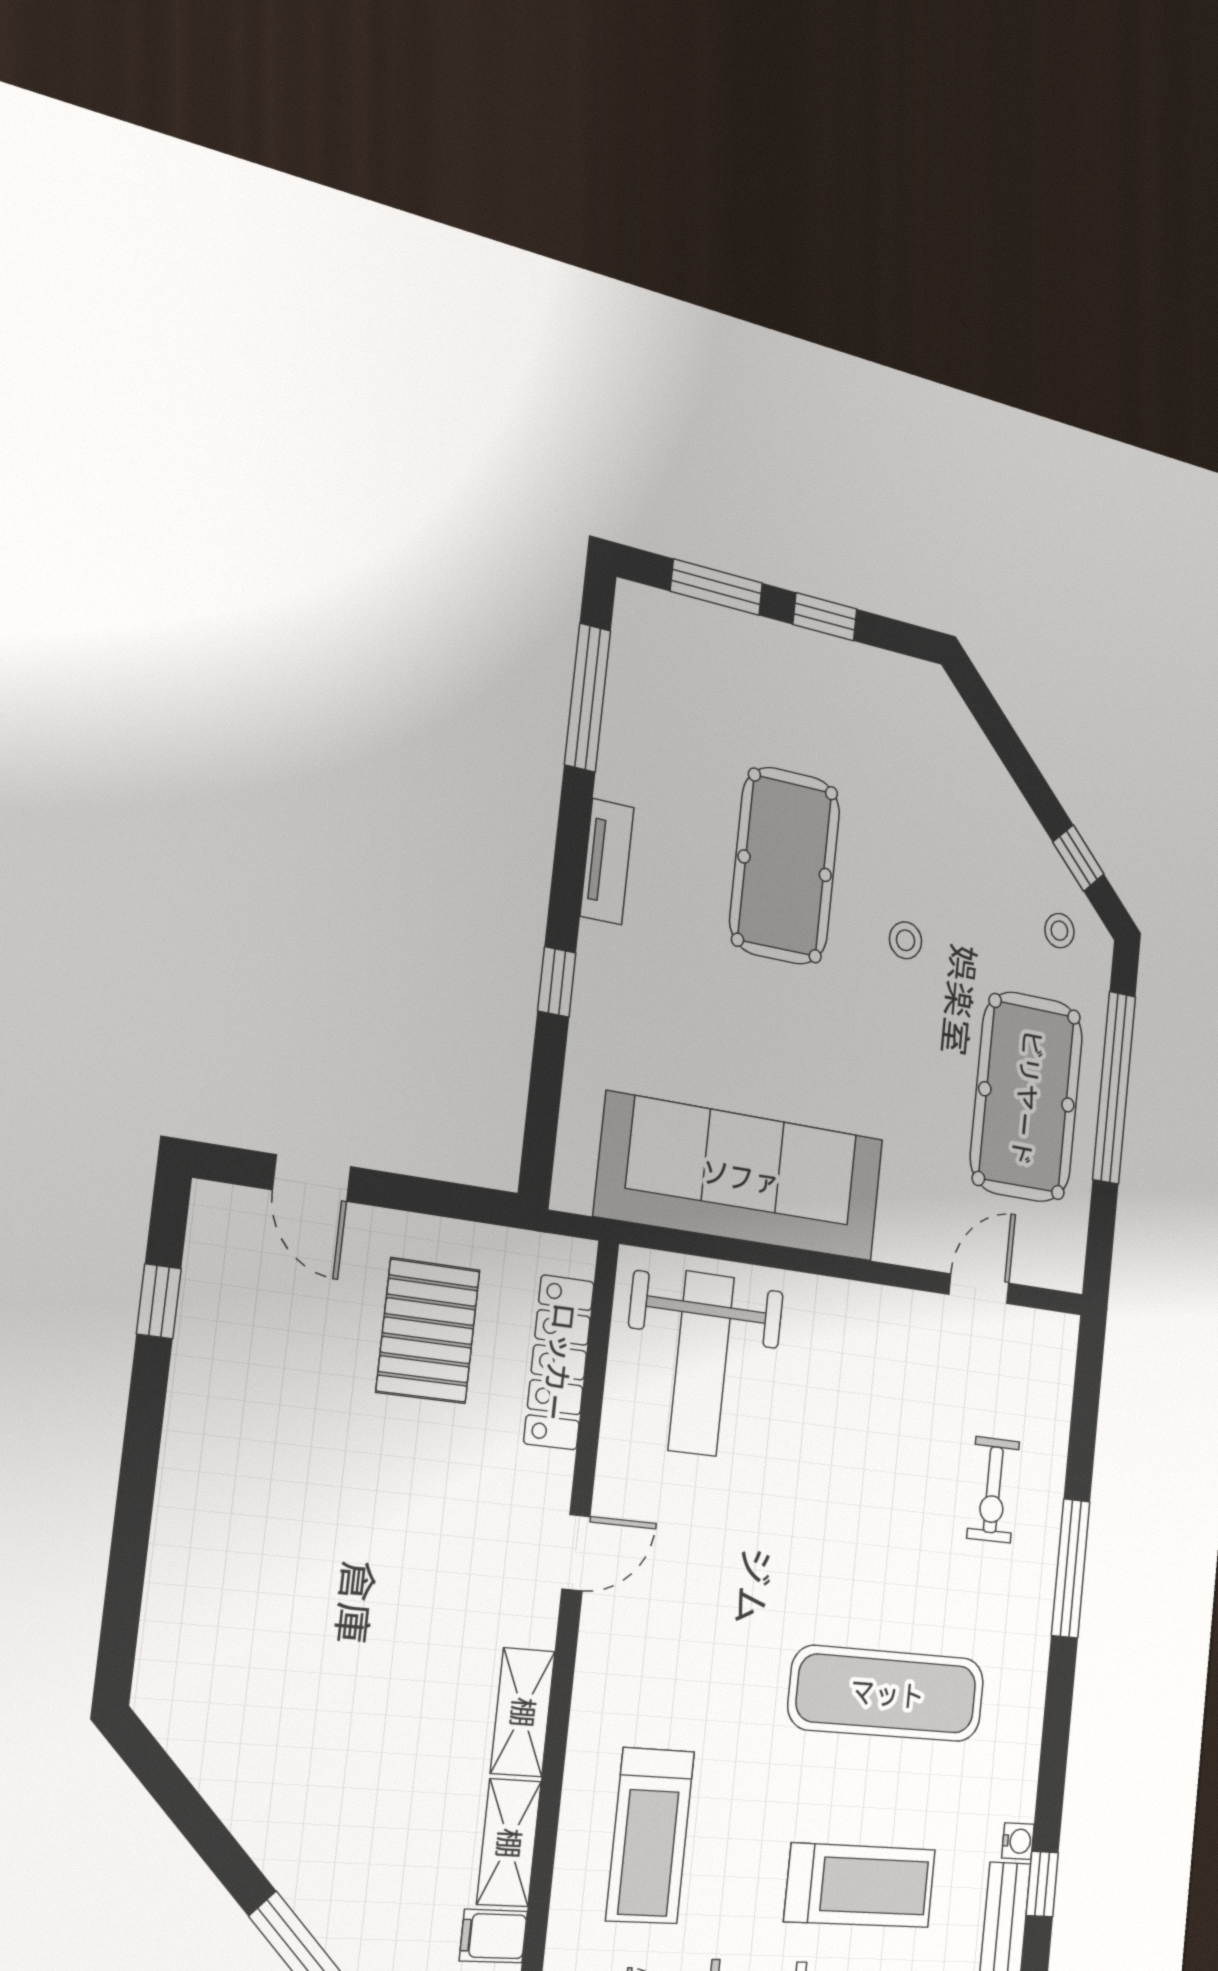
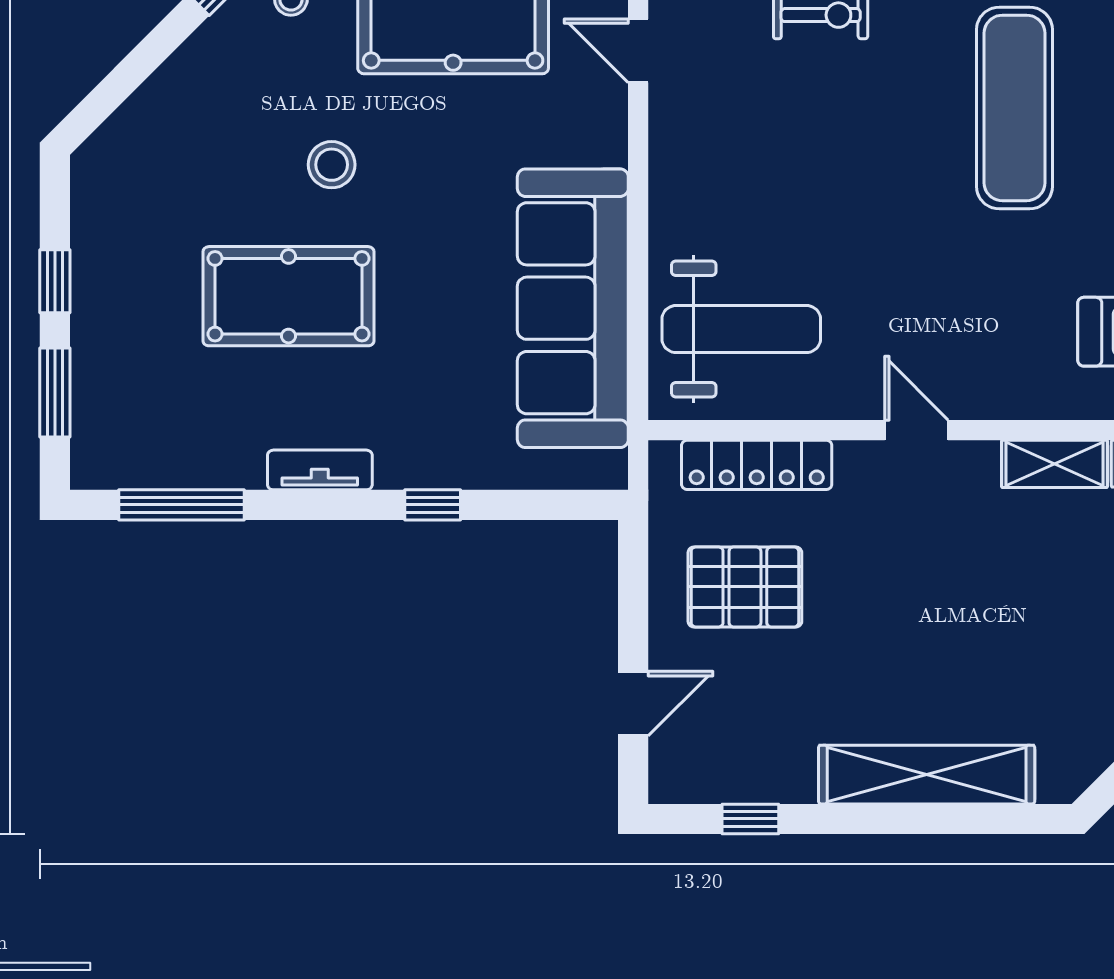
stool: (905, 940) -> (332, 165), width x1.37, depth x1.37
shelving: (186, 1526) -> (927, 775), added

